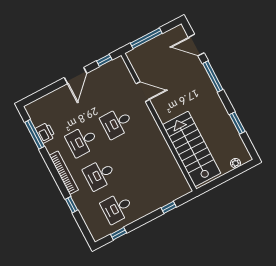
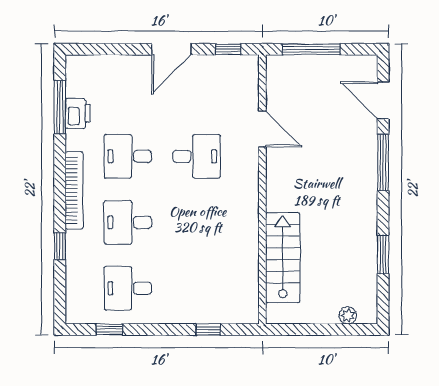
desk: (117, 123) -> (197, 156), turned 180
stairs: (192, 149) -> (283, 258), width x0.73, depth x0.66

